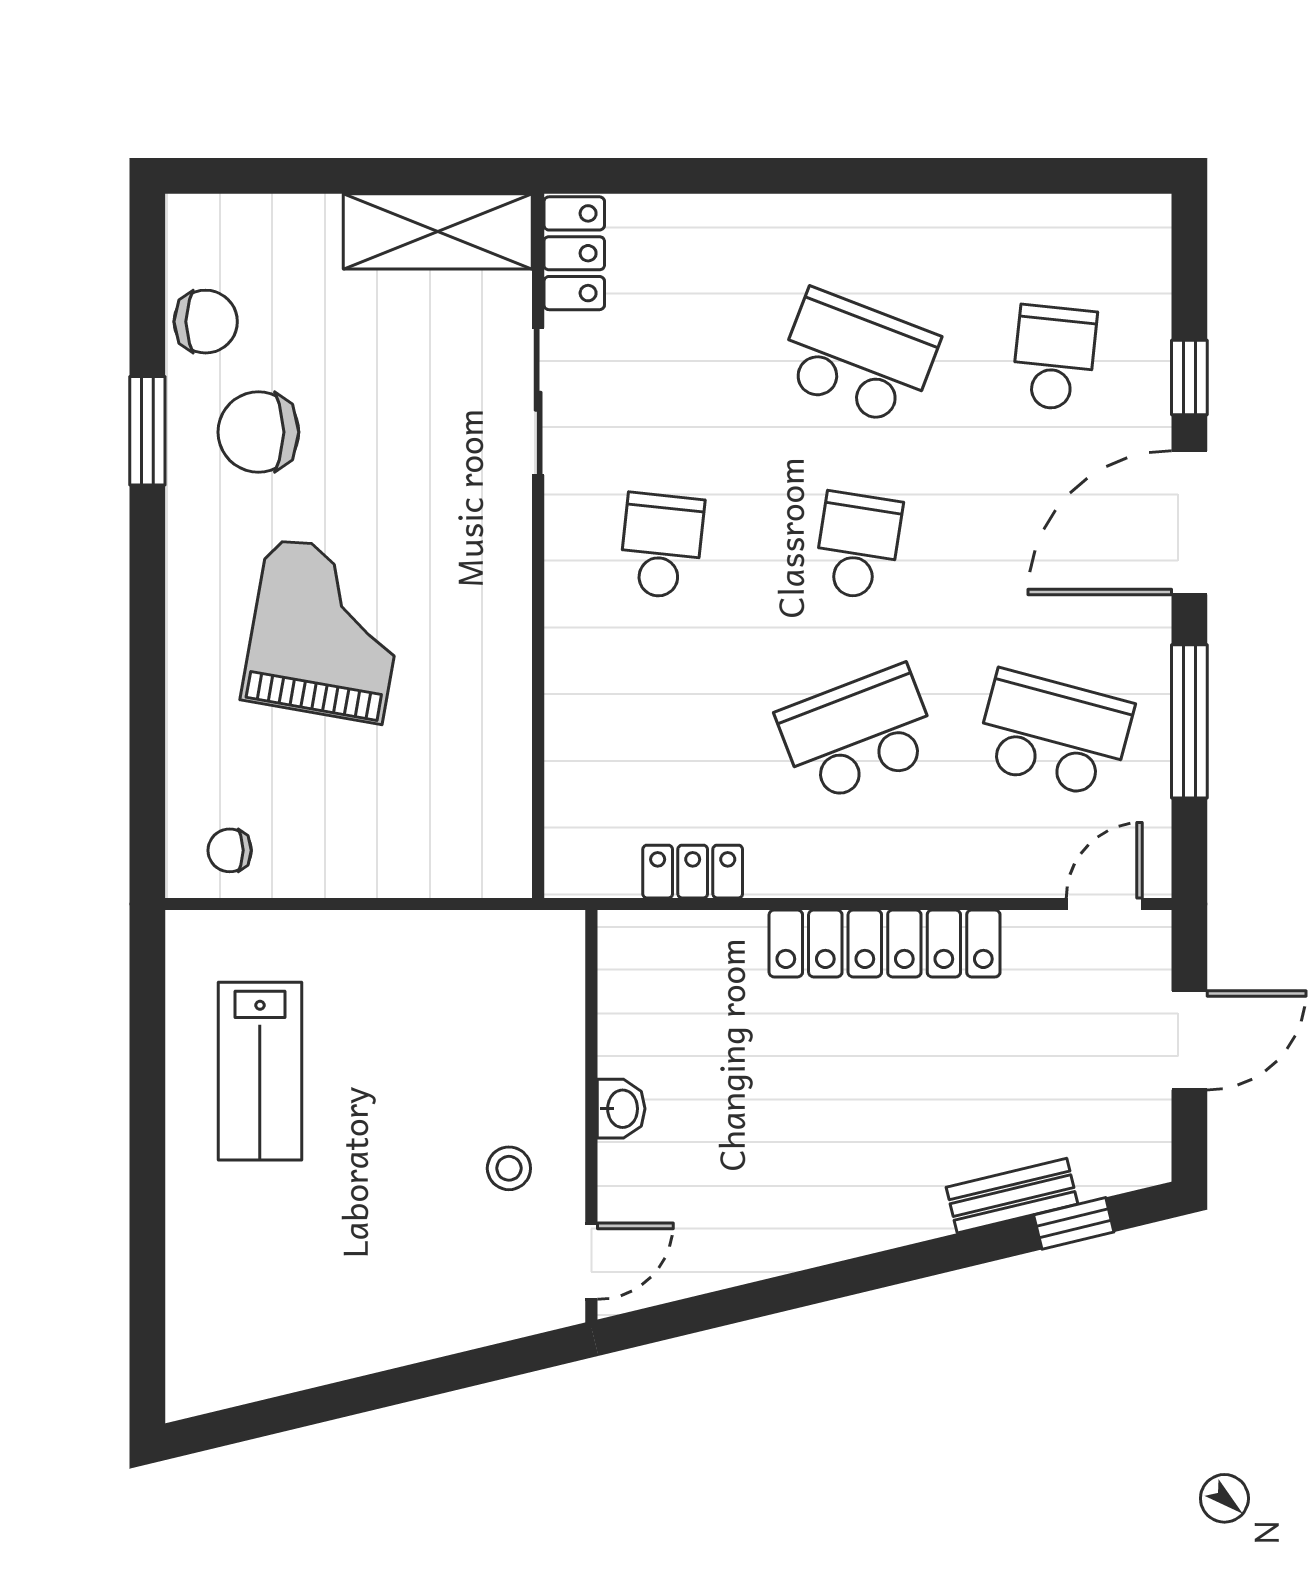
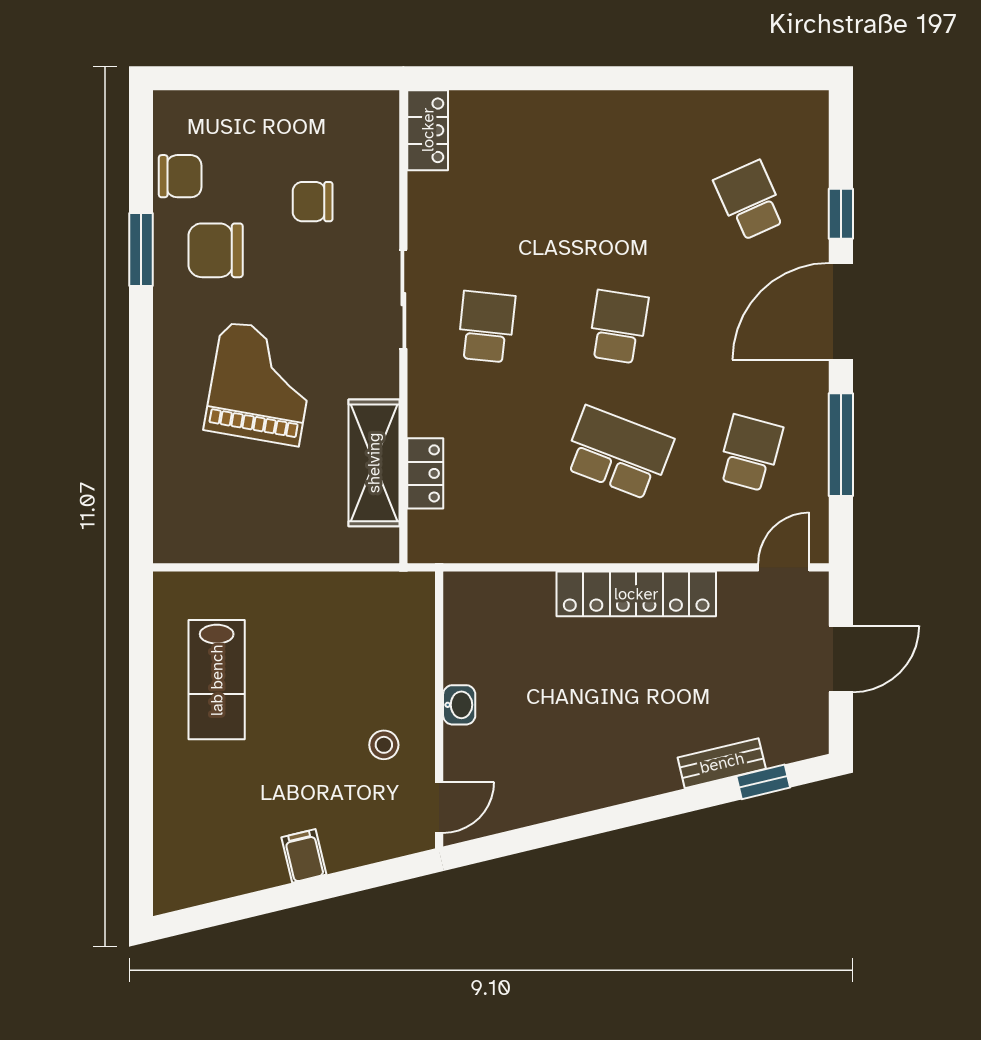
shelving: (438, 231) -> (374, 463), moved, turned 90
school desk: (858, 358) -> (618, 201), removed
school desk: (1054, 358) -> (750, 201), turned -30
sliding door: (538, 401) -> (403, 299), moved
school desk: (858, 734) -> (618, 453), turned 42
school desk: (1054, 734) -> (750, 453), width x0.54
chair: (230, 850) -> (313, 202), moved, width x1.37, depth x1.37
locker: (693, 872) -> (425, 473), moved, turned 90
filing cabinet: (390, 1334) -> (304, 856), added

